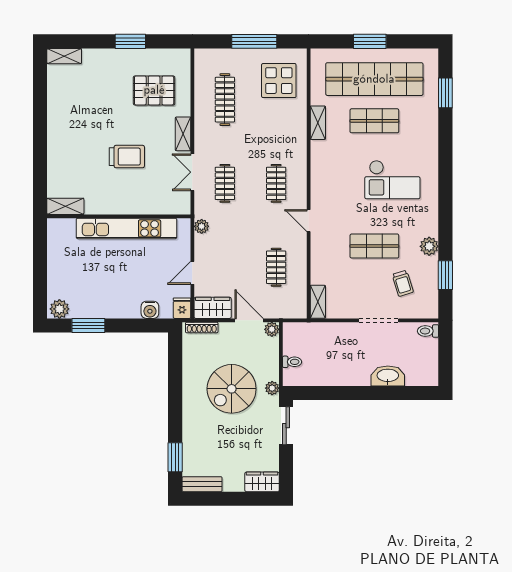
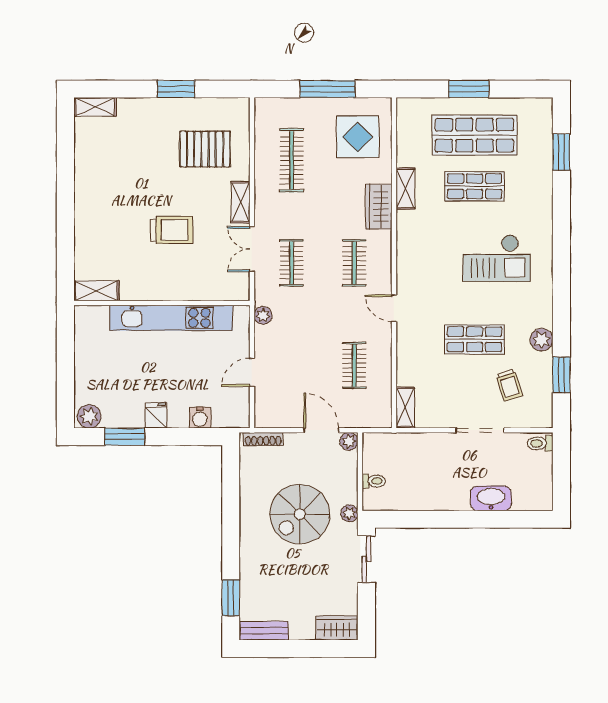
shop shelf: (374, 79) -> (475, 135), width x0.71
fridge: (182, 308) -> (156, 415), moved
wardrobe: (213, 308) -> (379, 207), moved, turned -90

